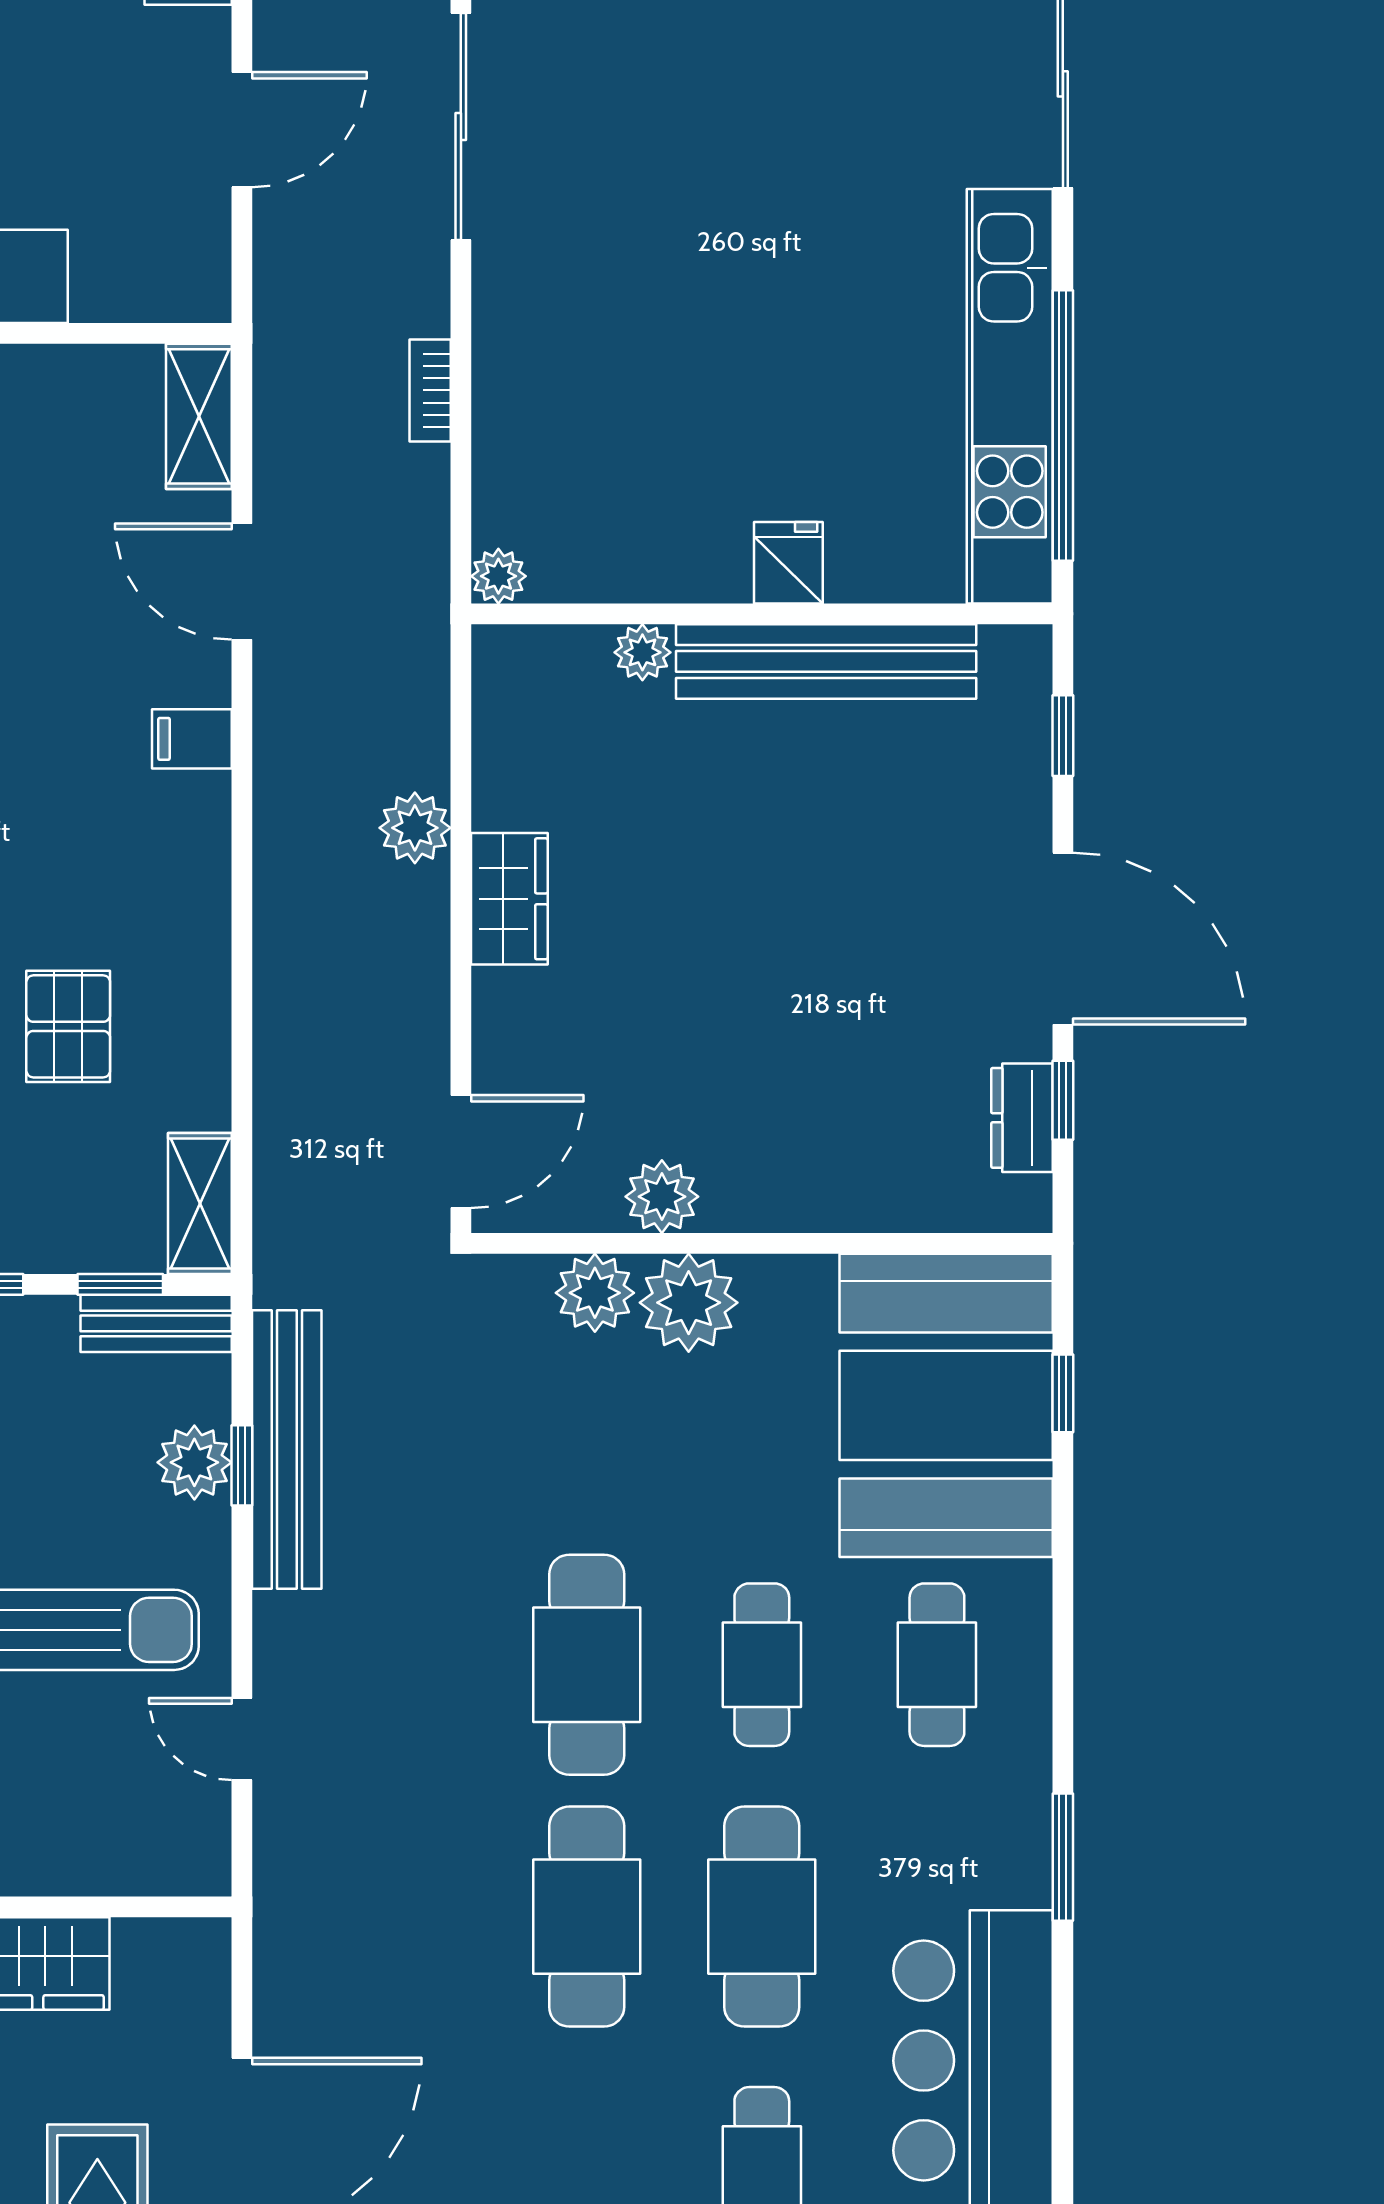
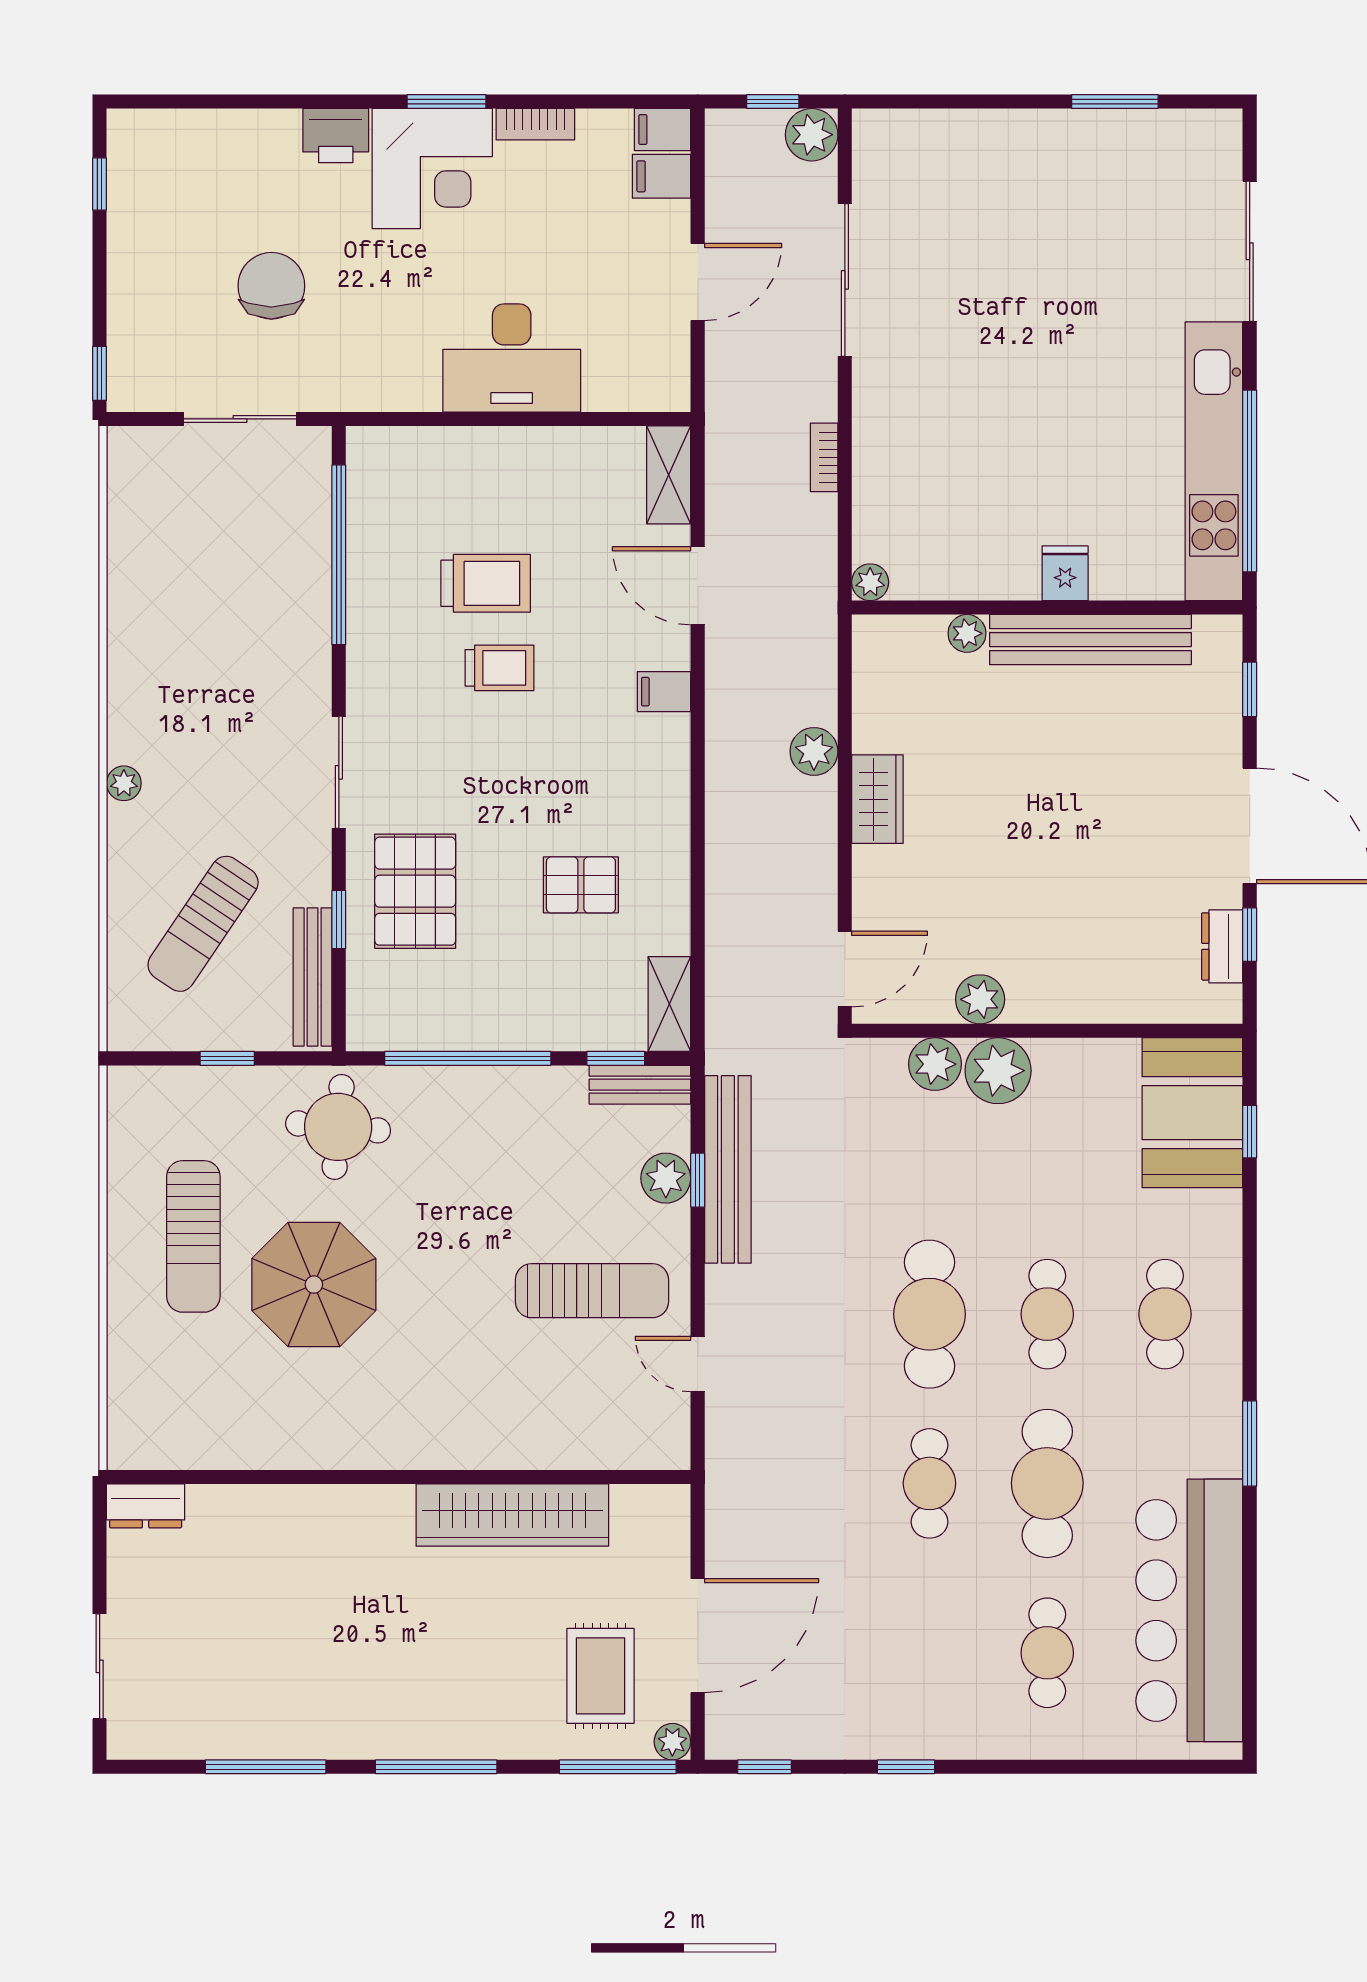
pallet: (68, 1026) -> (581, 885), turned 90
booth: (946, 1405) -> (1192, 1113), width x0.73, depth x0.70
cafe table: (587, 1917) -> (929, 1483), width x0.73, depth x0.74

